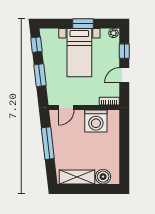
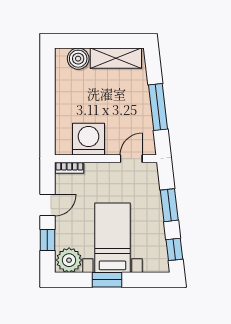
plant: (113, 33) -> (69, 260), width x1.88, depth x1.88

